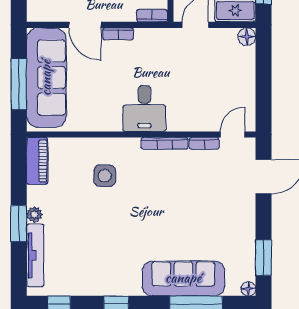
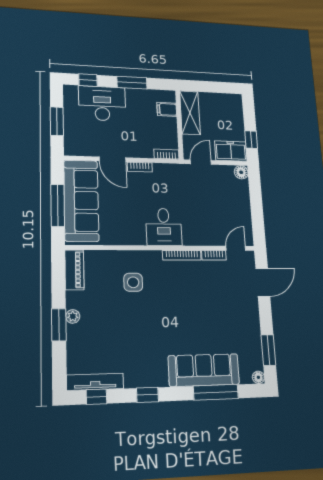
tv unit: (35, 255) -> (95, 382), moved, turned -90

